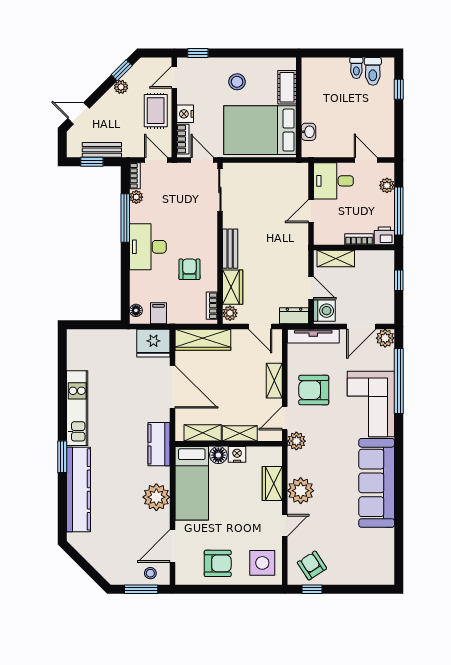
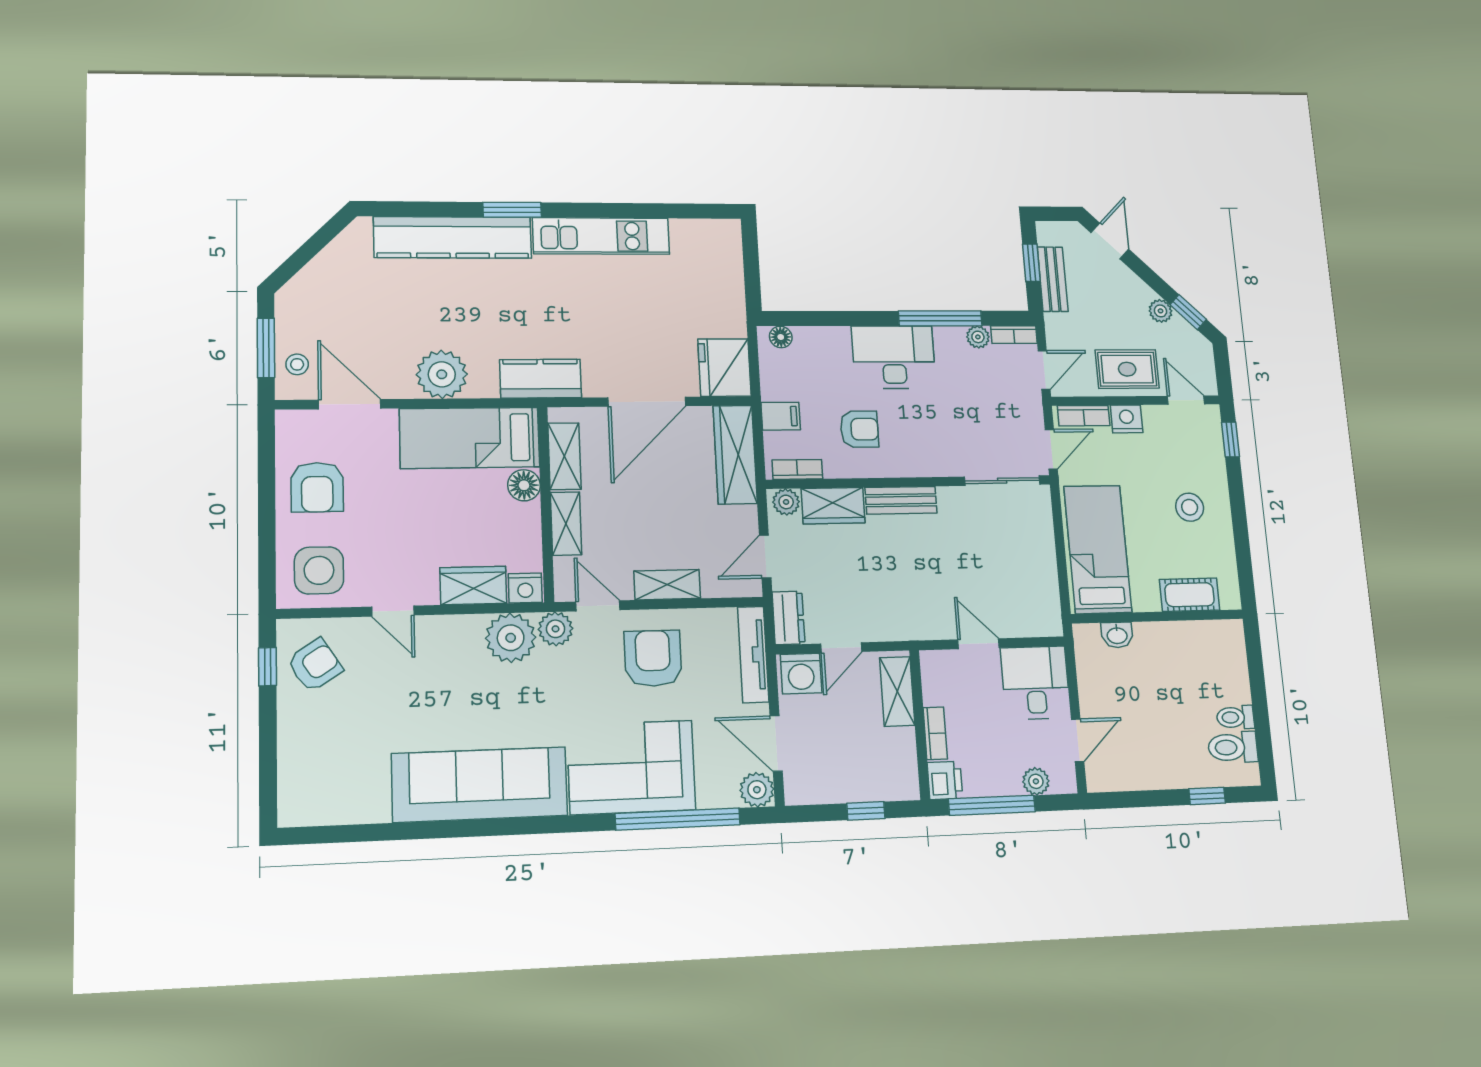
bed: (260, 130) -> (1098, 549), width x0.67
filing cabinet: (158, 313) -> (781, 416), moved
nightstand: (237, 454) -> (525, 588), moved, turned 90
plant: (301, 491) -> (511, 638), moved

